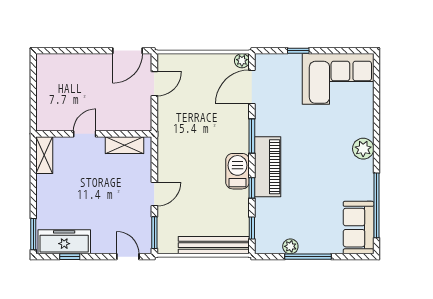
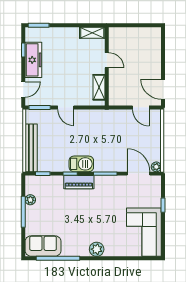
piano: (268, 167) -> (79, 182), width x0.73, depth x0.75
freezer: (64, 242) -> (33, 60), moved

